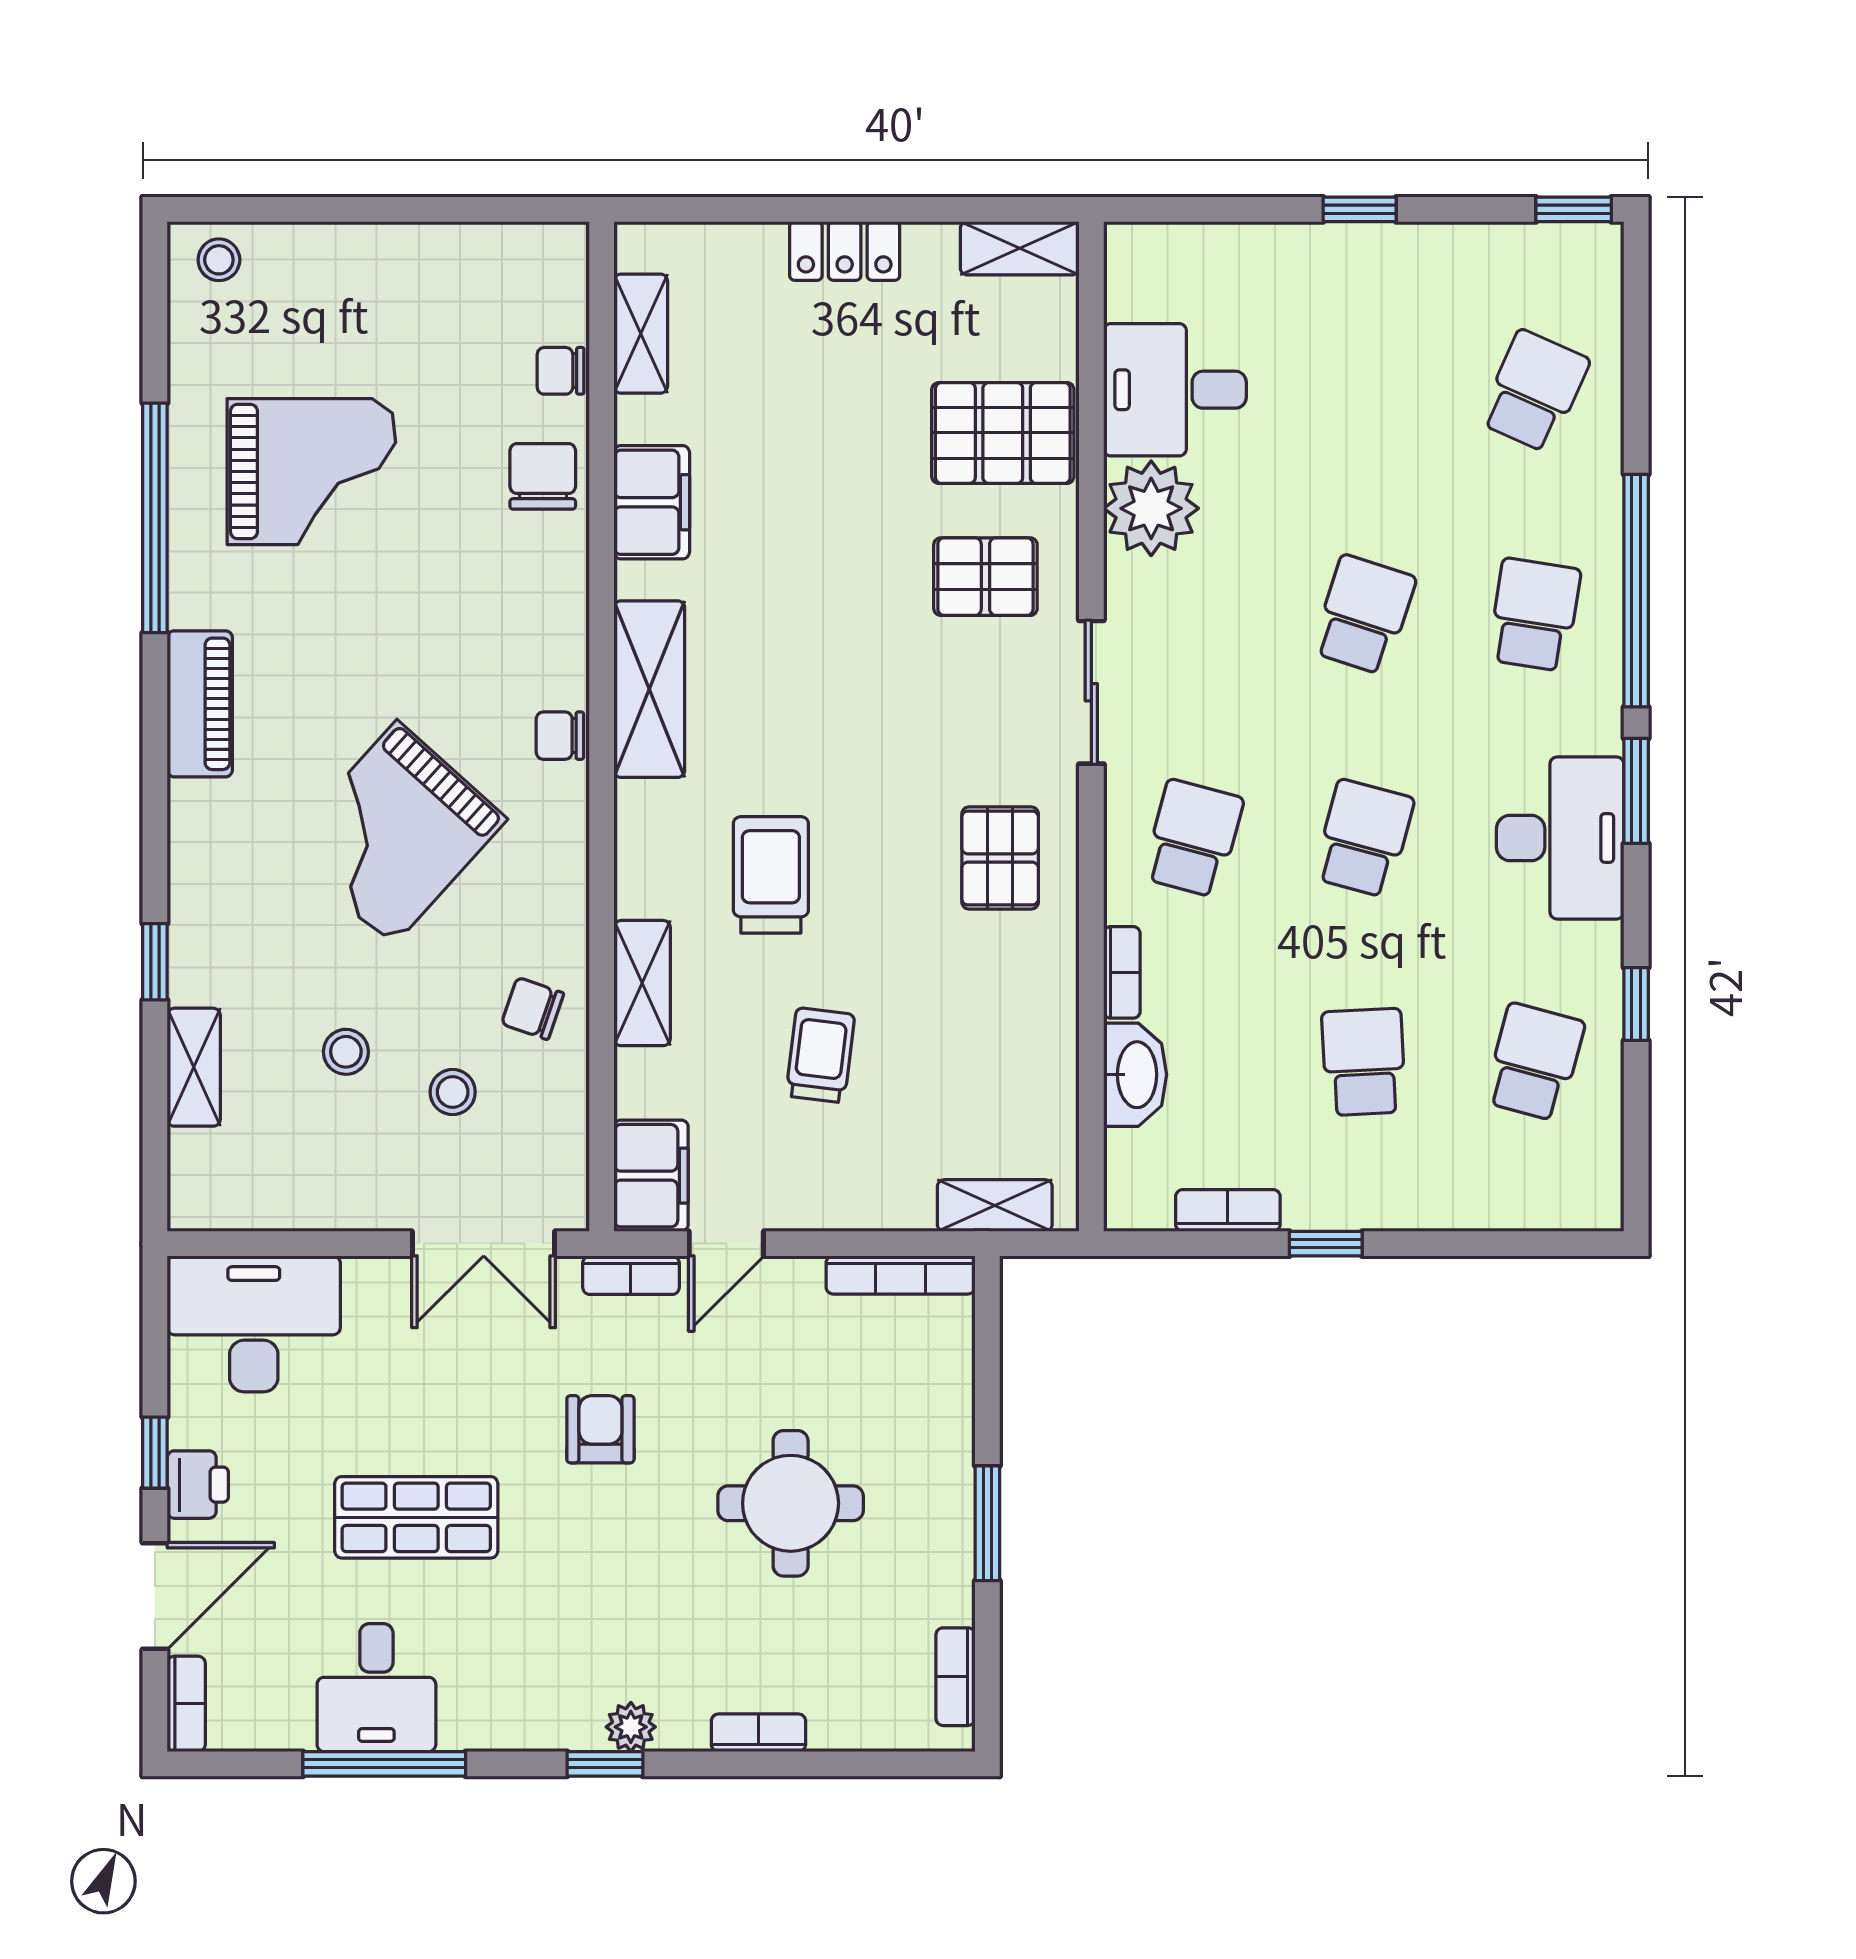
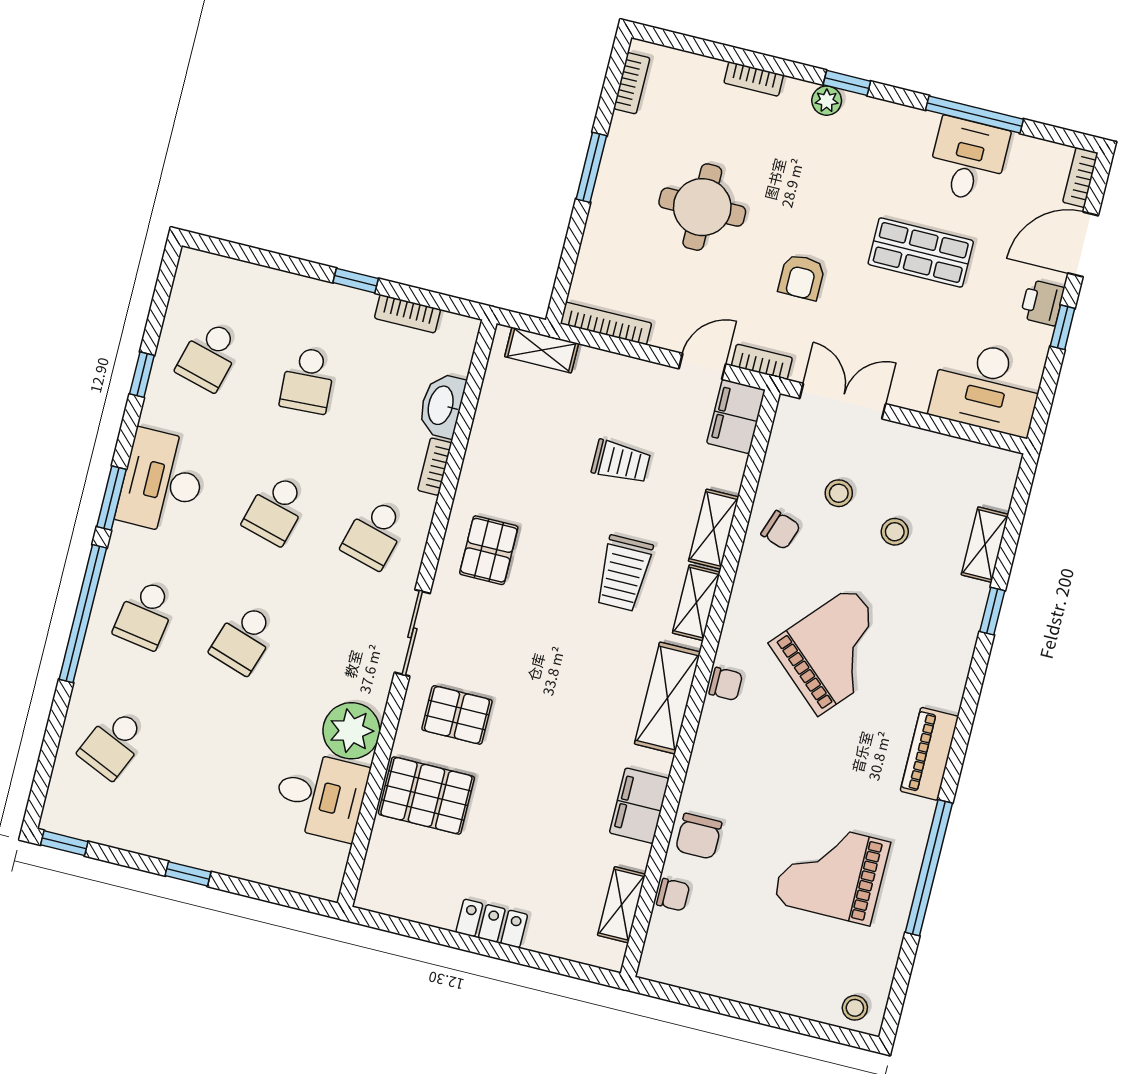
shelving: (1020, 248) -> (696, 603), moved, turned 90
trolley: (820, 1055) -> (621, 462), turned -97

